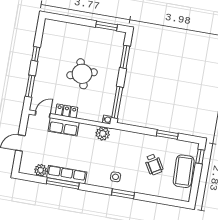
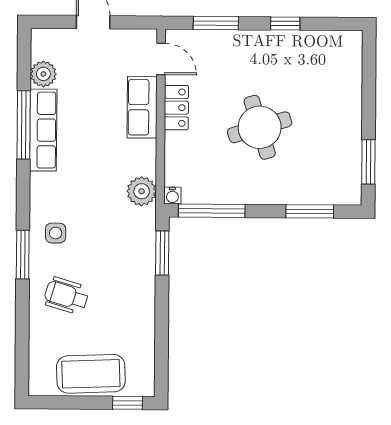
window: (167, 135) -> (162, 253), moved
wheelchair: (154, 164) -> (66, 296), moved, turned 48

